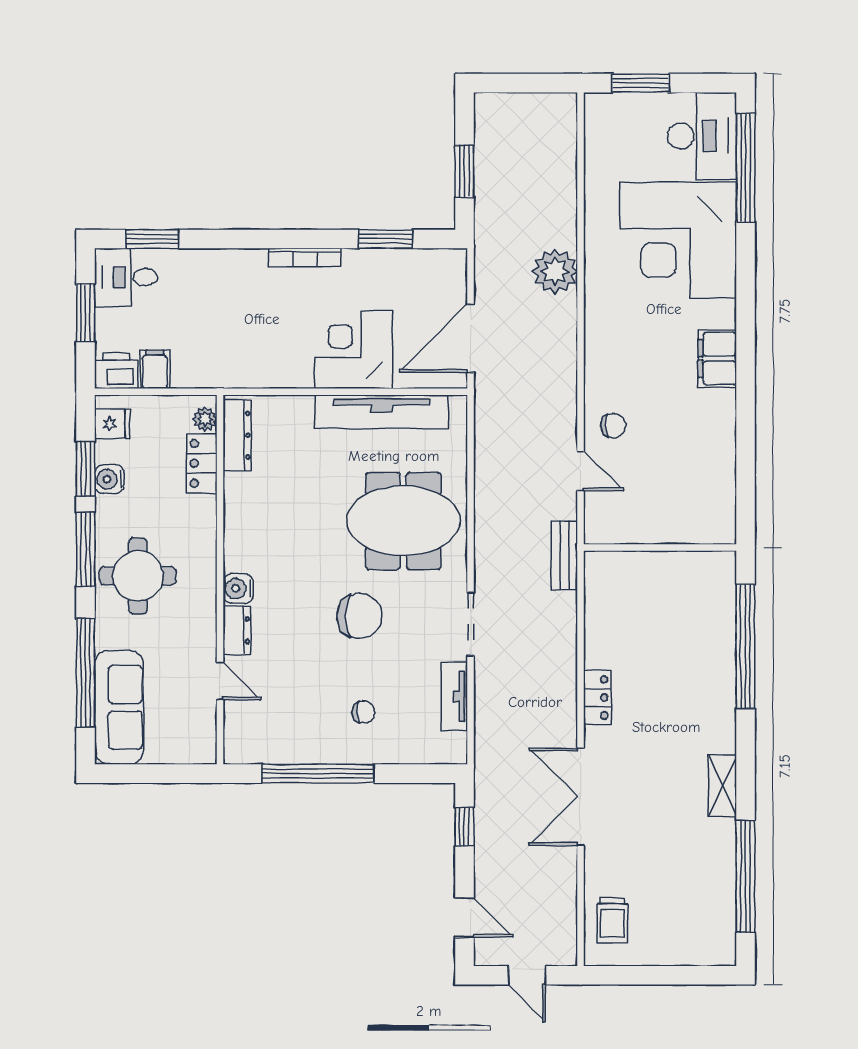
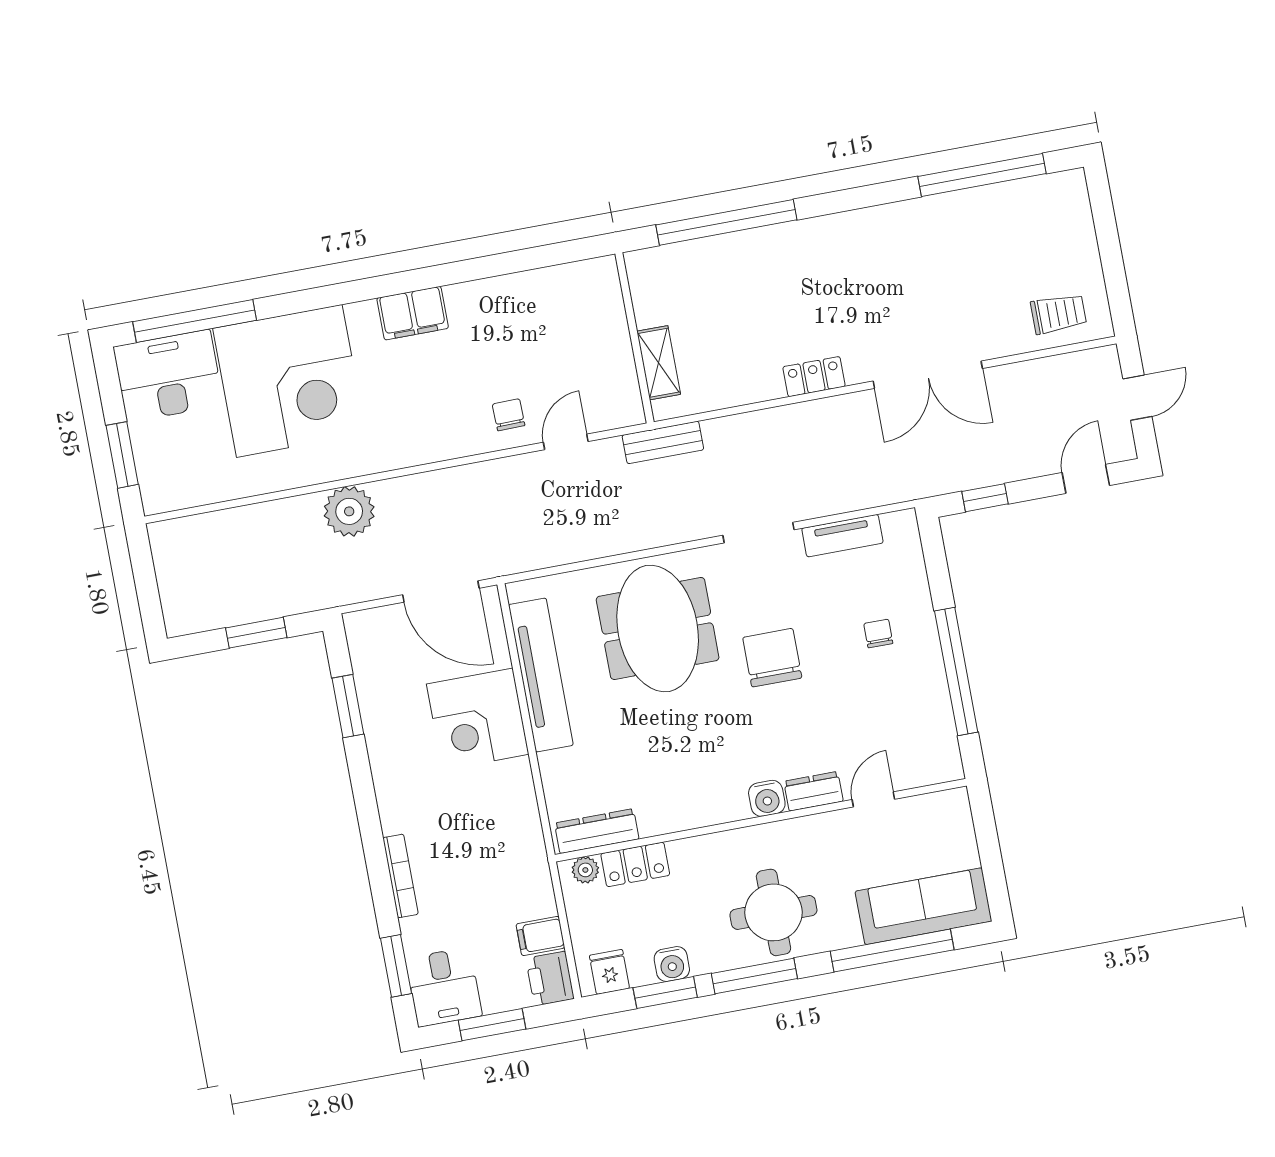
bookcase: (305, 257) -> (401, 876), moved
shelving: (722, 786) -> (659, 363), moved, turned 90

